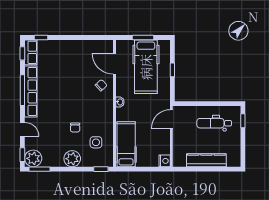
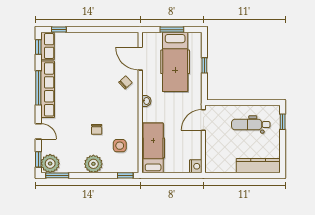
kitchen counter: (206, 160) -> (258, 166), moved

